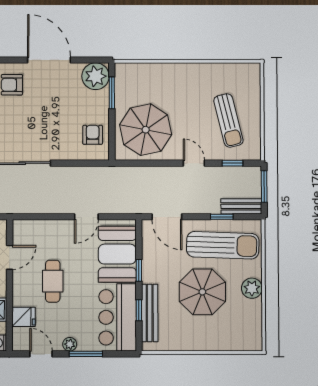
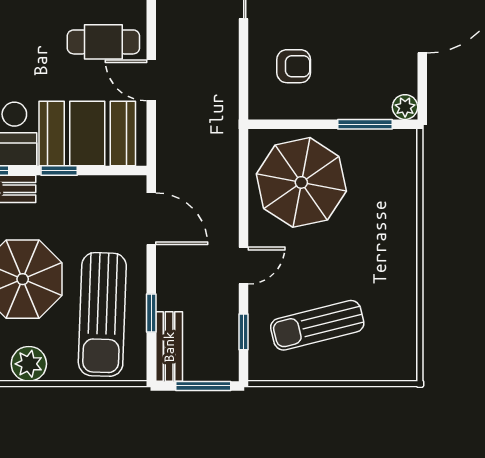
plant: (96, 76) -> (405, 107), width x0.53, depth x0.53
armchair: (93, 135) -> (294, 66), moved
door: (167, 217) -> (151, 219), swing flipped
cafe table: (53, 281) -> (103, 42), moved

